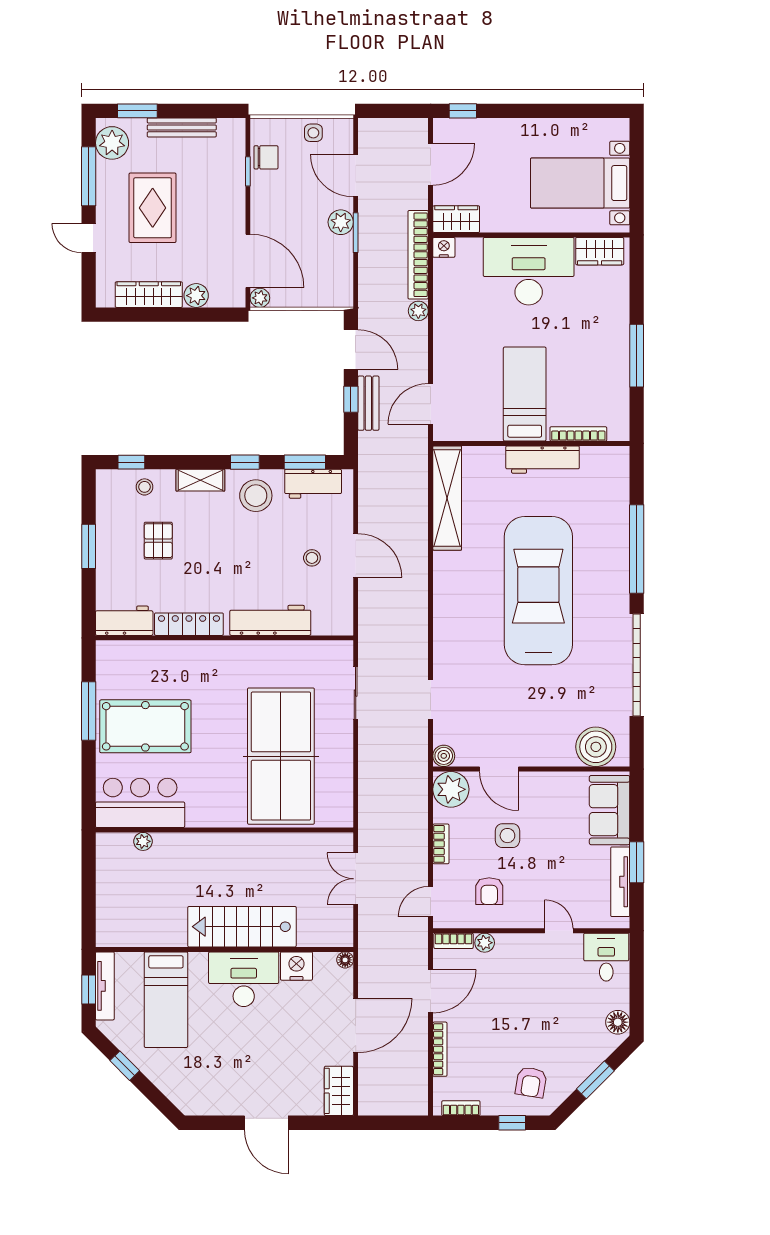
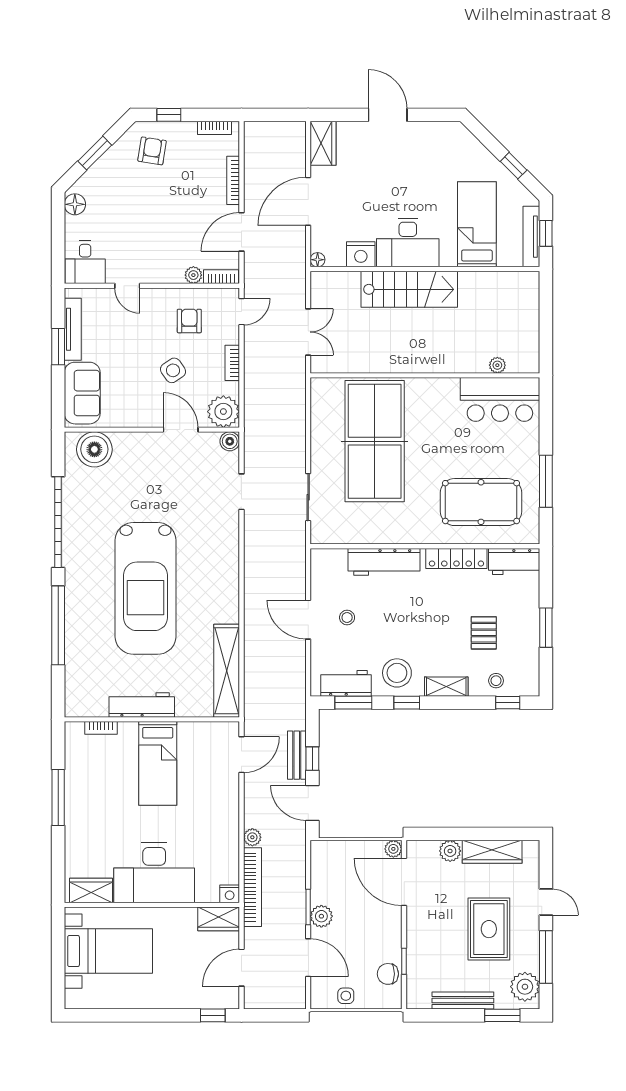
bookcase: (578, 434) -> (101, 728), width x0.64
pool table: (145, 726) -> (481, 502), moved
side table: (507, 836) -> (173, 370), turned -34

